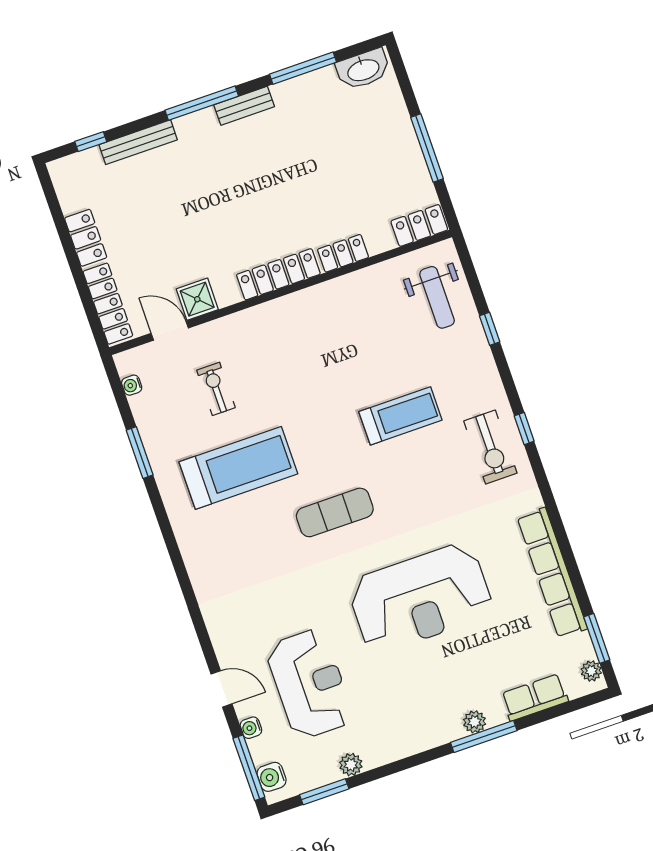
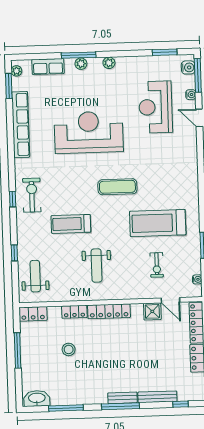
bench: (244, 106) -> (122, 398), moved
stool: (332, 179) -> (69, 349), added
weight bench: (328, 353) -> (97, 265), added
plant: (351, 765) -> (109, 63), moved

